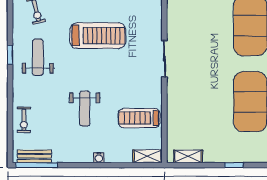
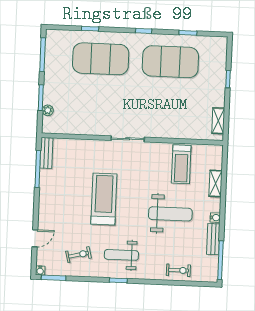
weight bench: (85, 109) -> (170, 214), width x1.36, depth x1.33
bench: (34, 156) -> (213, 239), moved
shelving: (148, 156) -> (216, 184), moved
water cooler: (99, 158) -> (215, 218), moved

